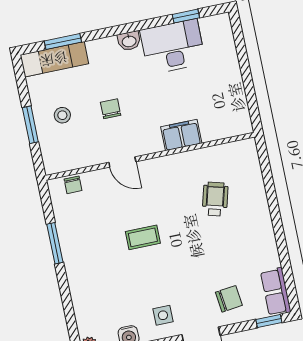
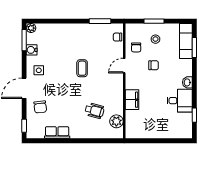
desk: (173, 47) -> (180, 101), width x0.73
chair: (85, 147) -> (136, 47), added
plant: (226, 155) -> (116, 121), added
window: (55, 243) -> (100, 21), moved
row of seats: (276, 292) -> (57, 132), moved

